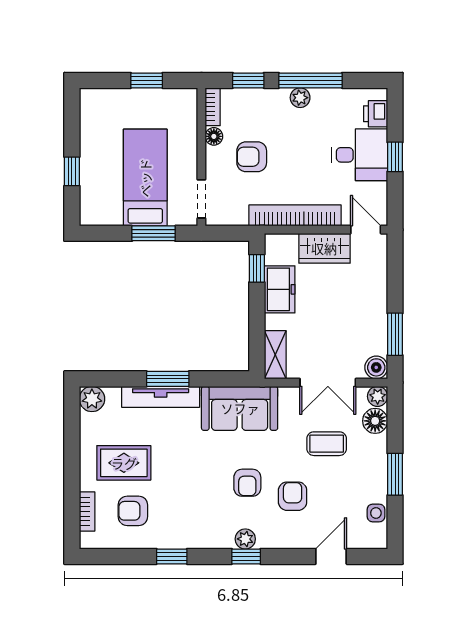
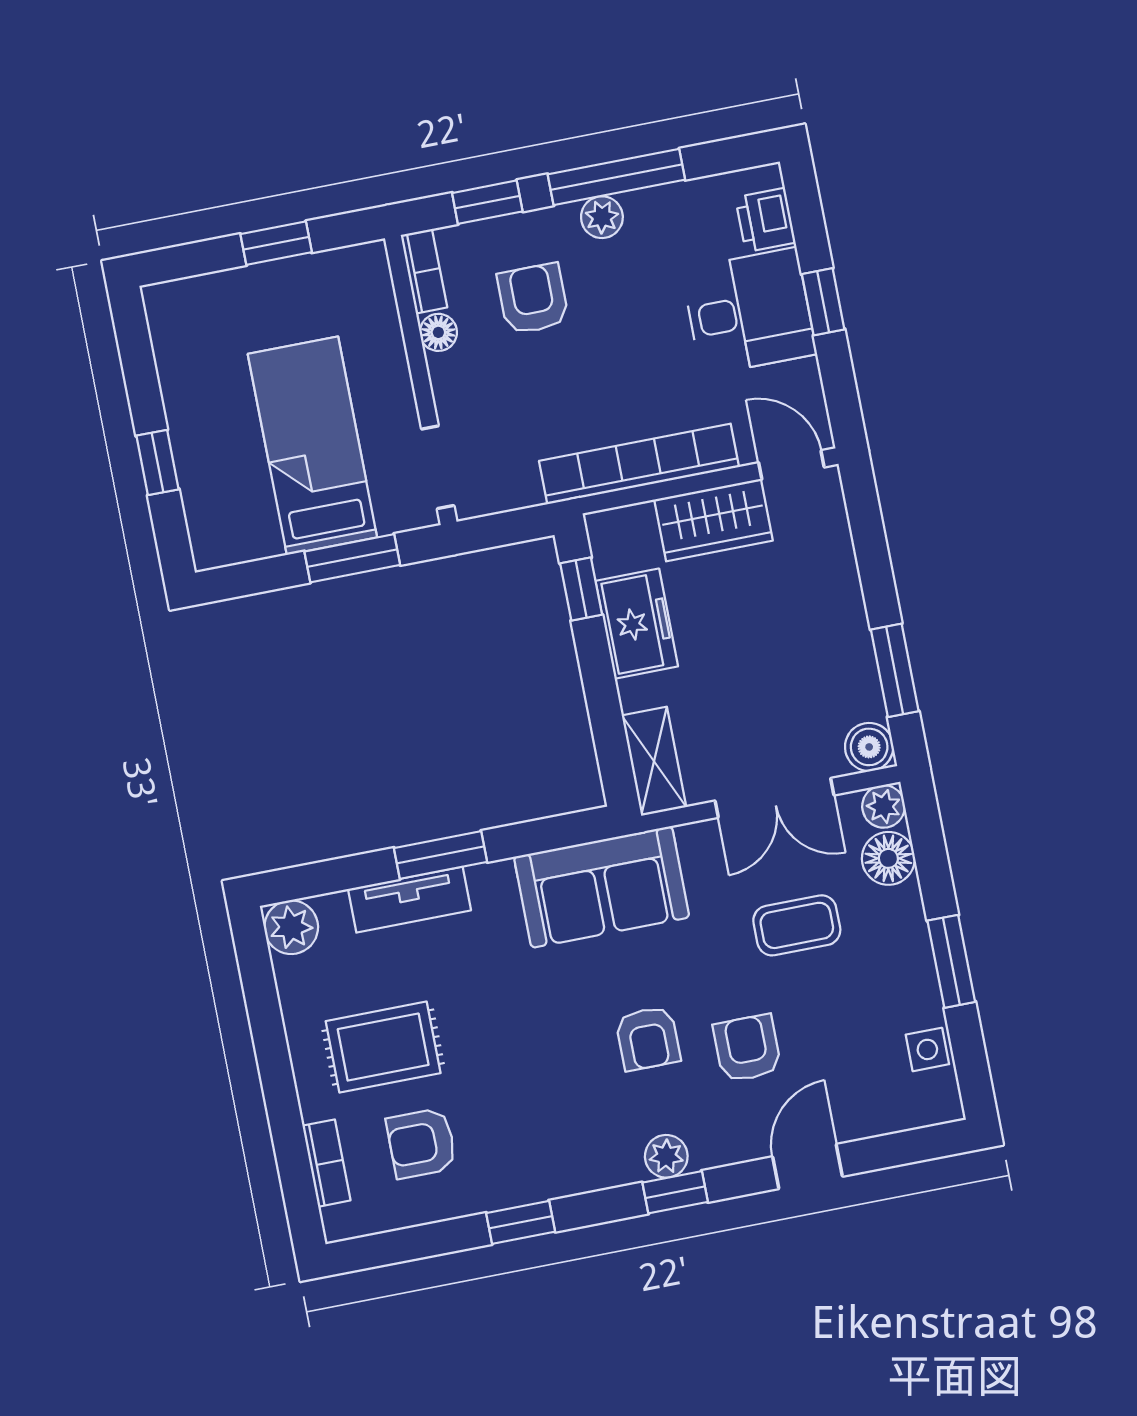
armchair: (252, 157) -> (533, 299), moved, turned 90
tv unit: (161, 397) -> (409, 900), width x0.71
door: (331, 556) -> (807, 1167), moved

